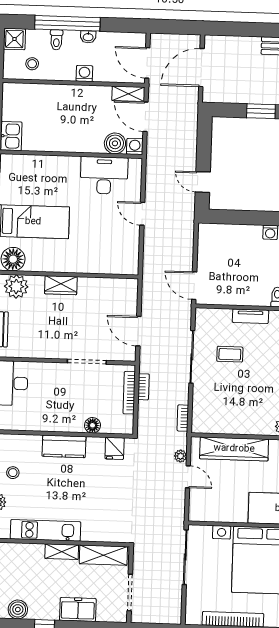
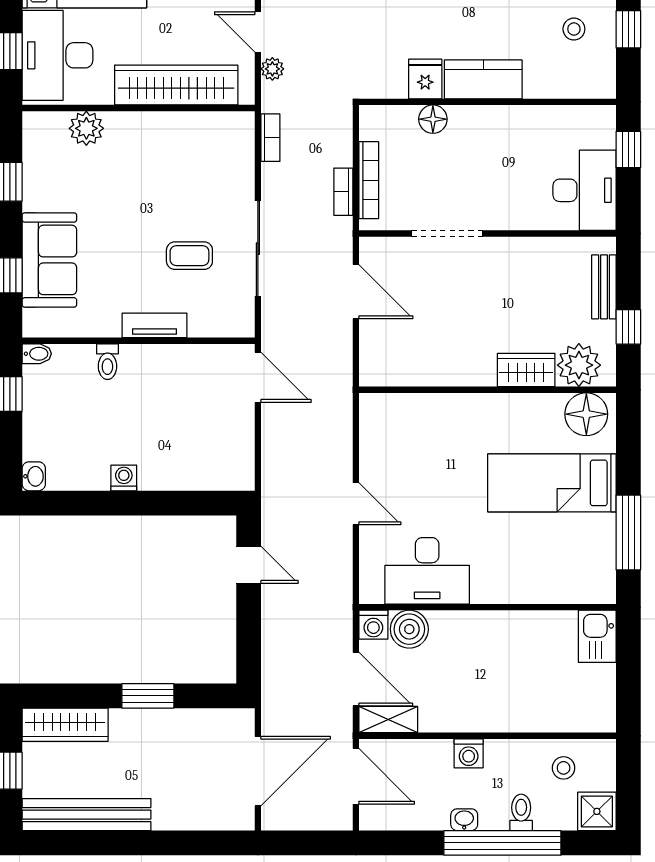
wardrobe: (61, 285) -> (526, 370), moved
fridge: (115, 448) -> (425, 79), moved

